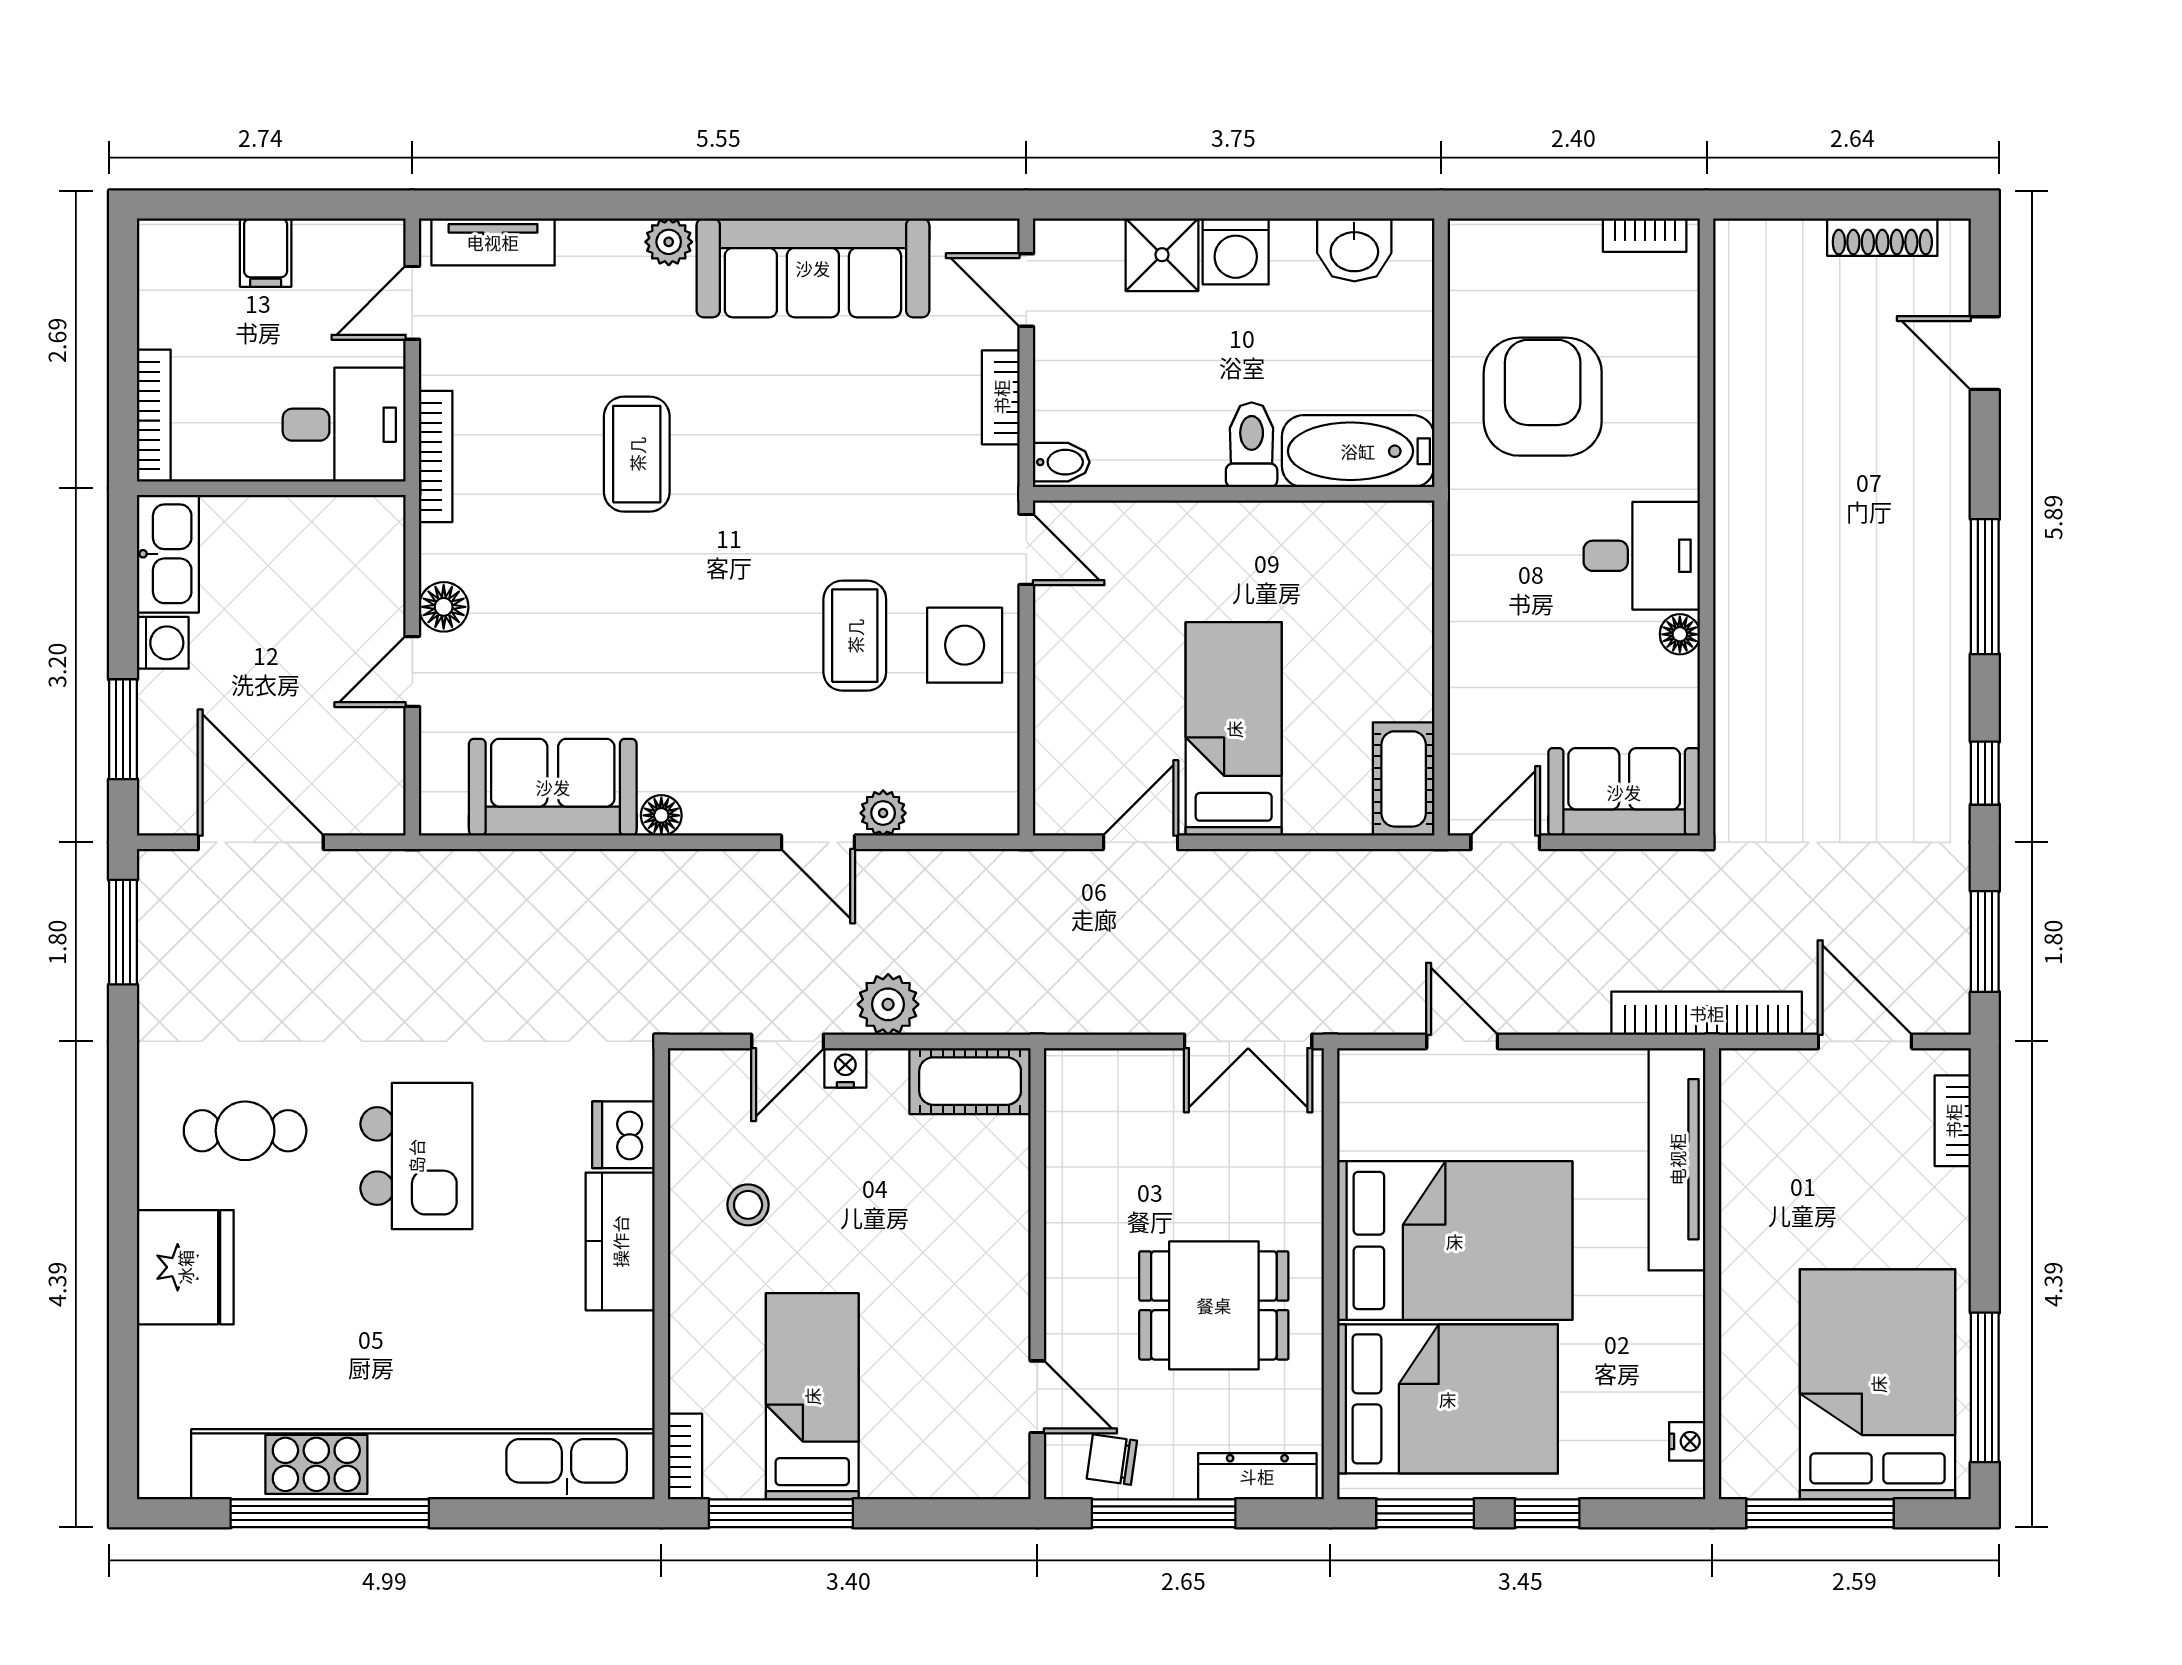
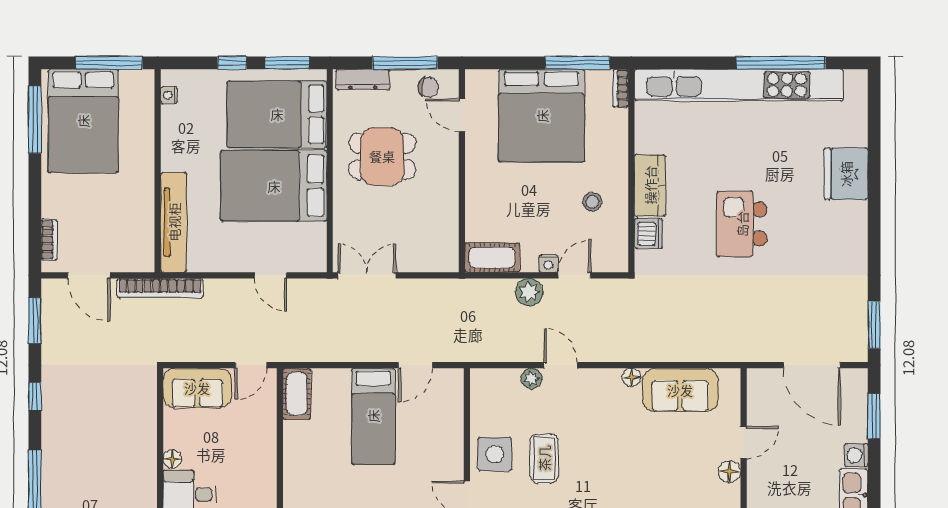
cafe table: (245, 1131) -> (819, 235), removed
bed: (812, 1396) -> (542, 116), width x2.04

